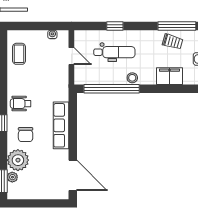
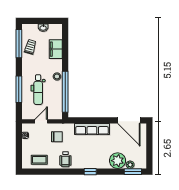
window: (115, 26) -> (19, 89), width x2.17
dental chair: (114, 52) -> (38, 90), turned 180
wheelchair: (21, 104) -> (65, 159), moved
chair: (26, 135) -> (57, 137), moved
door: (73, 175) -> (129, 120), swing flipped

